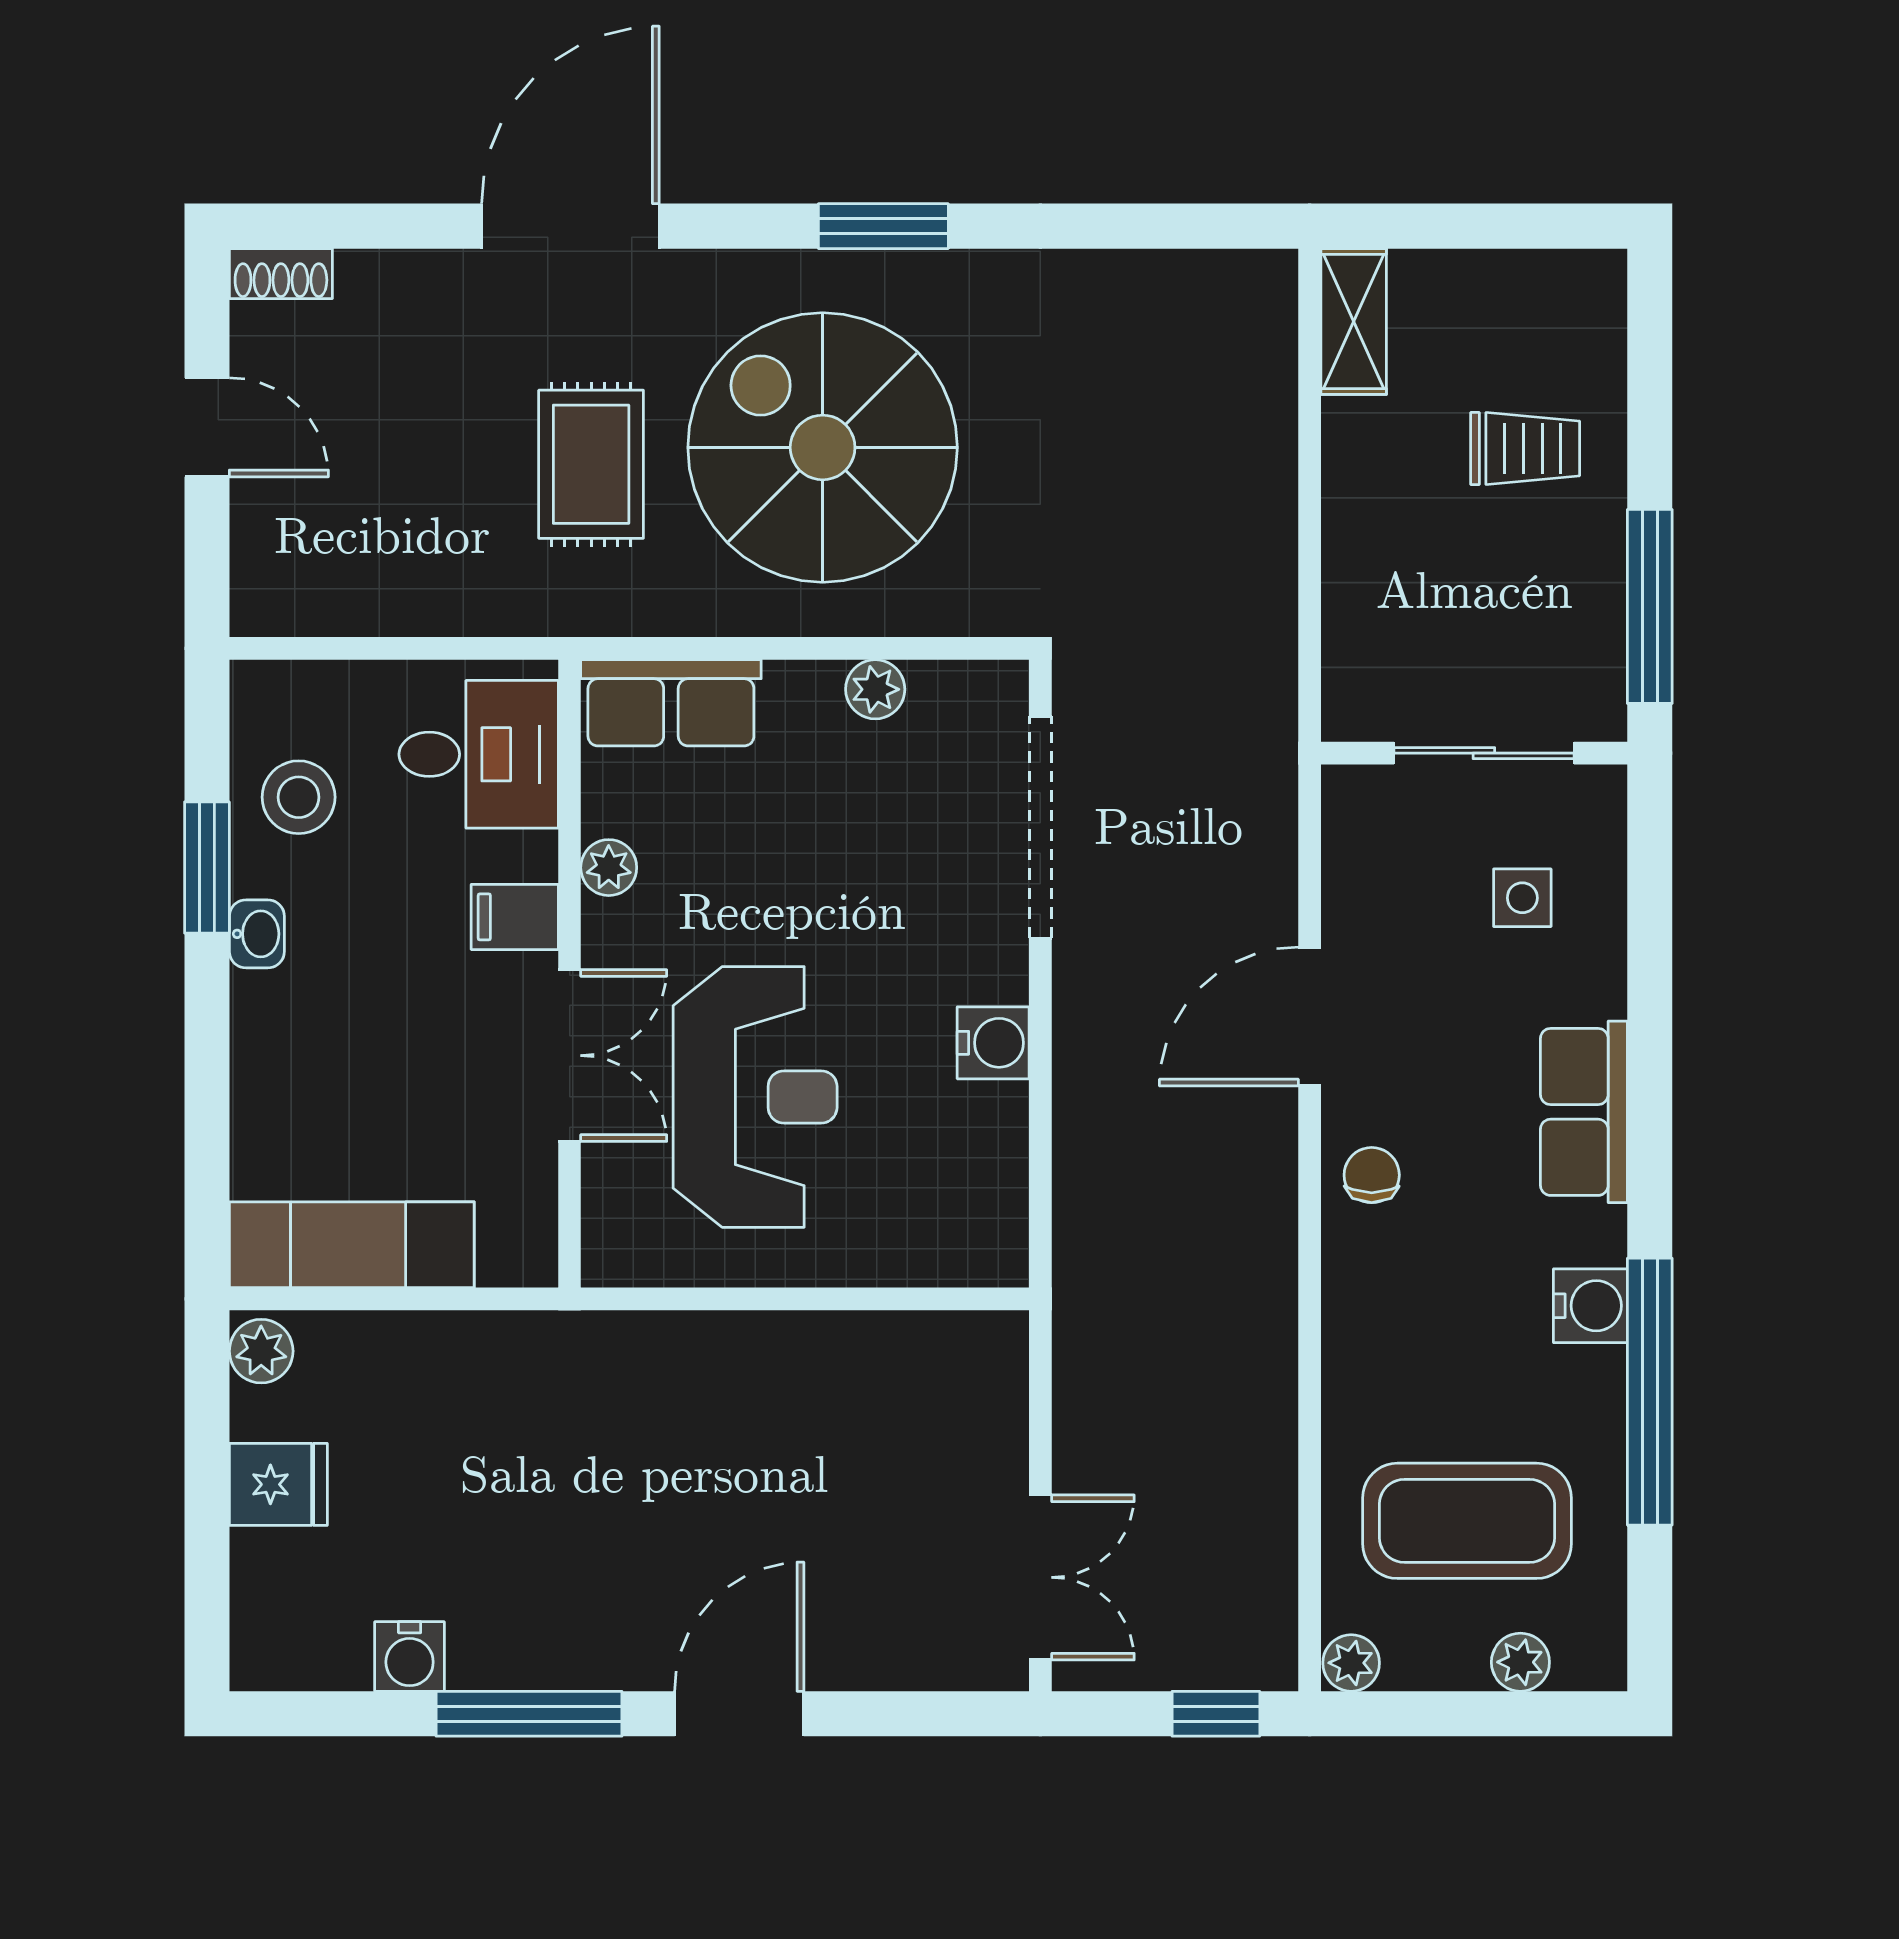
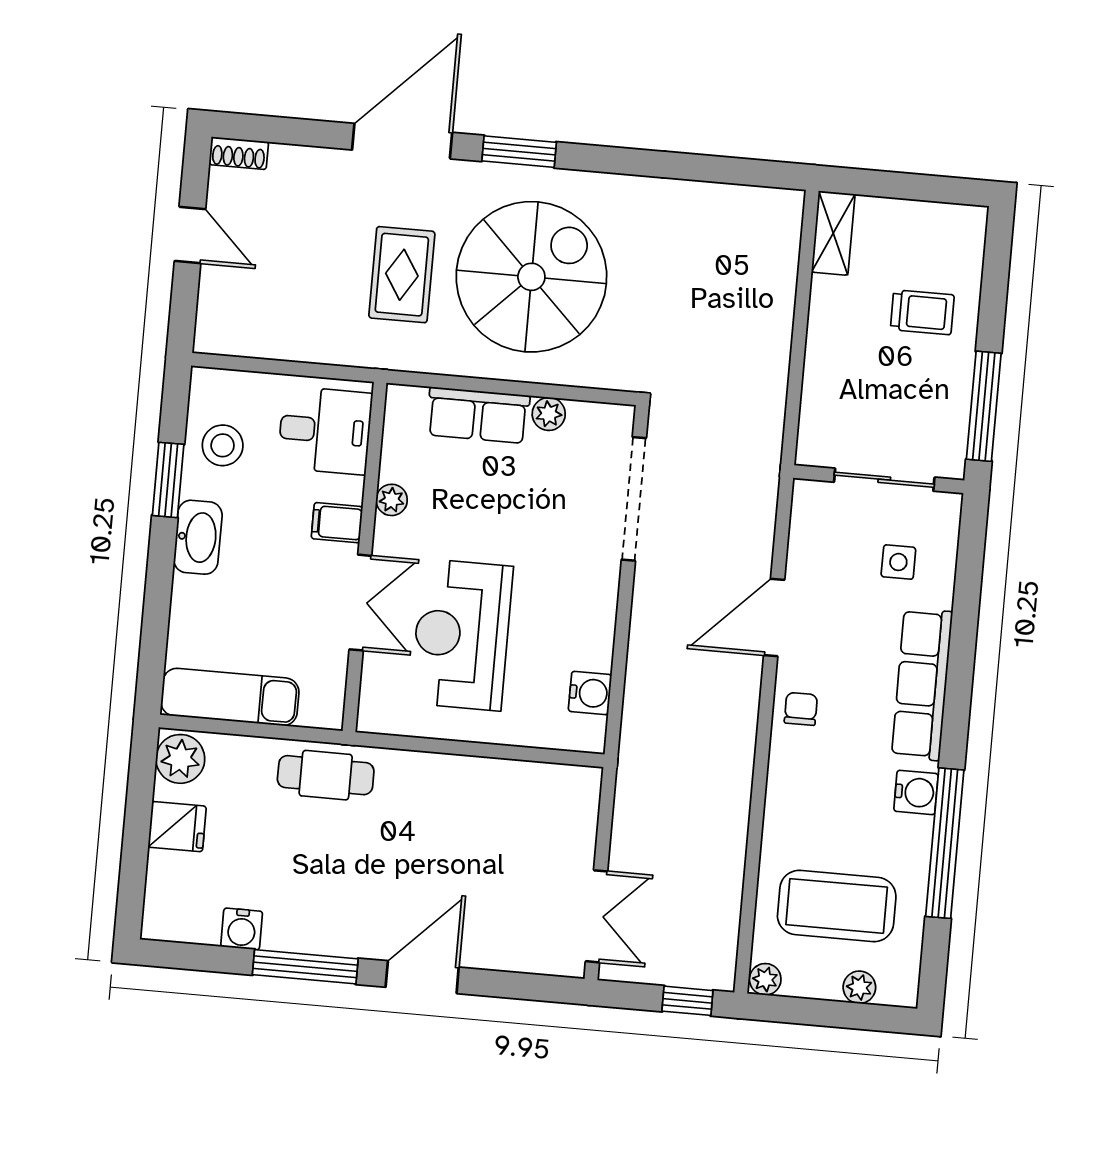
window: (883, 226) -> (519, 152), moved
spiral stairs: (823, 447) -> (531, 277), turned 90
row of seats: (671, 703) -> (478, 415), moved
washbasin: (257, 934) -> (198, 537), width x1.91, depth x1.45
water cooler: (993, 1043) -> (590, 693), moved
reception desk: (755, 1097) -> (462, 635), turned 180
row of seats: (1584, 1112) -> (922, 684), width x1.48
plant: (261, 1351) -> (180, 759), width x1.38, depth x1.38
cafe table: (535, 1369) -> (326, 775), added

